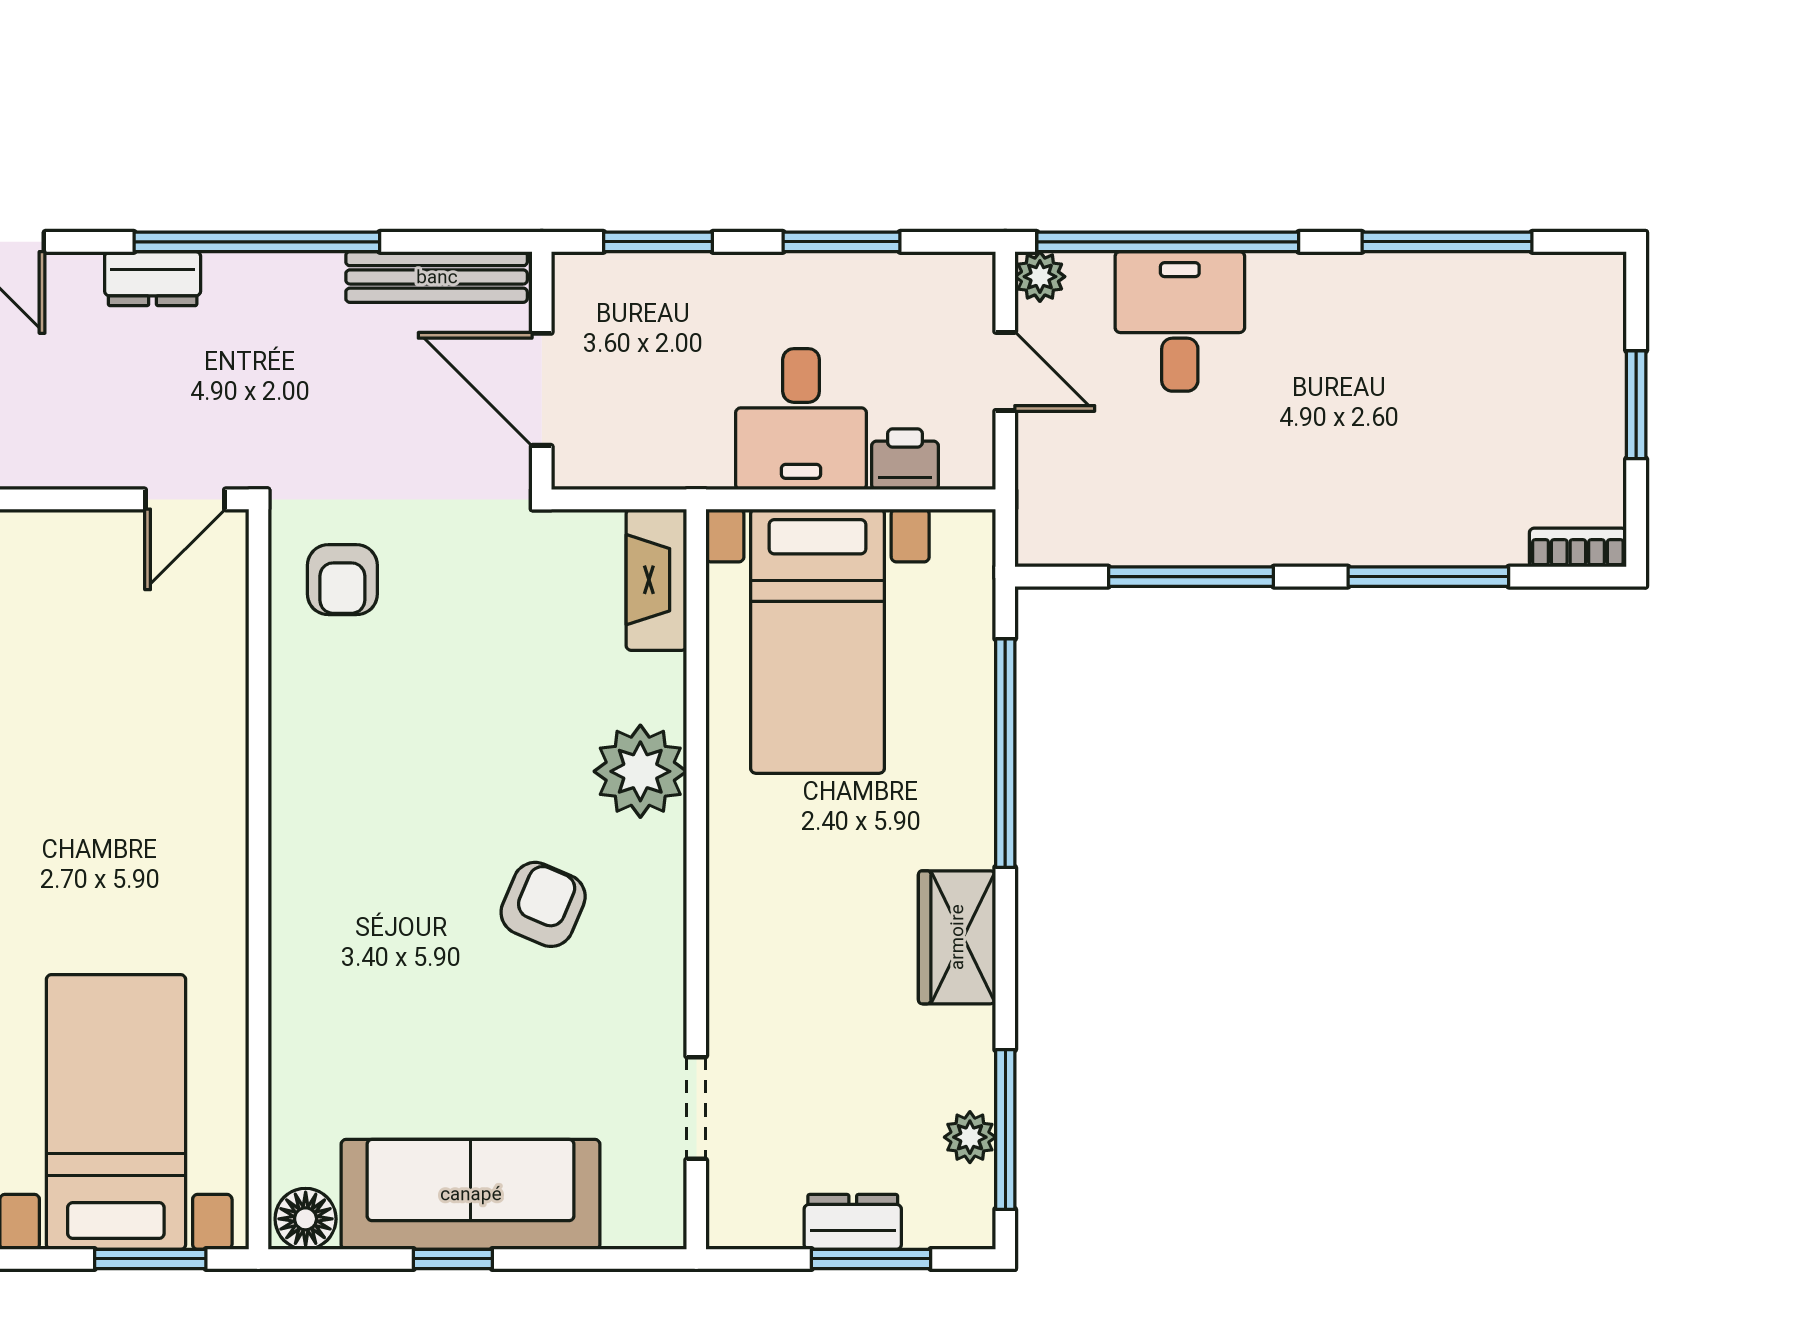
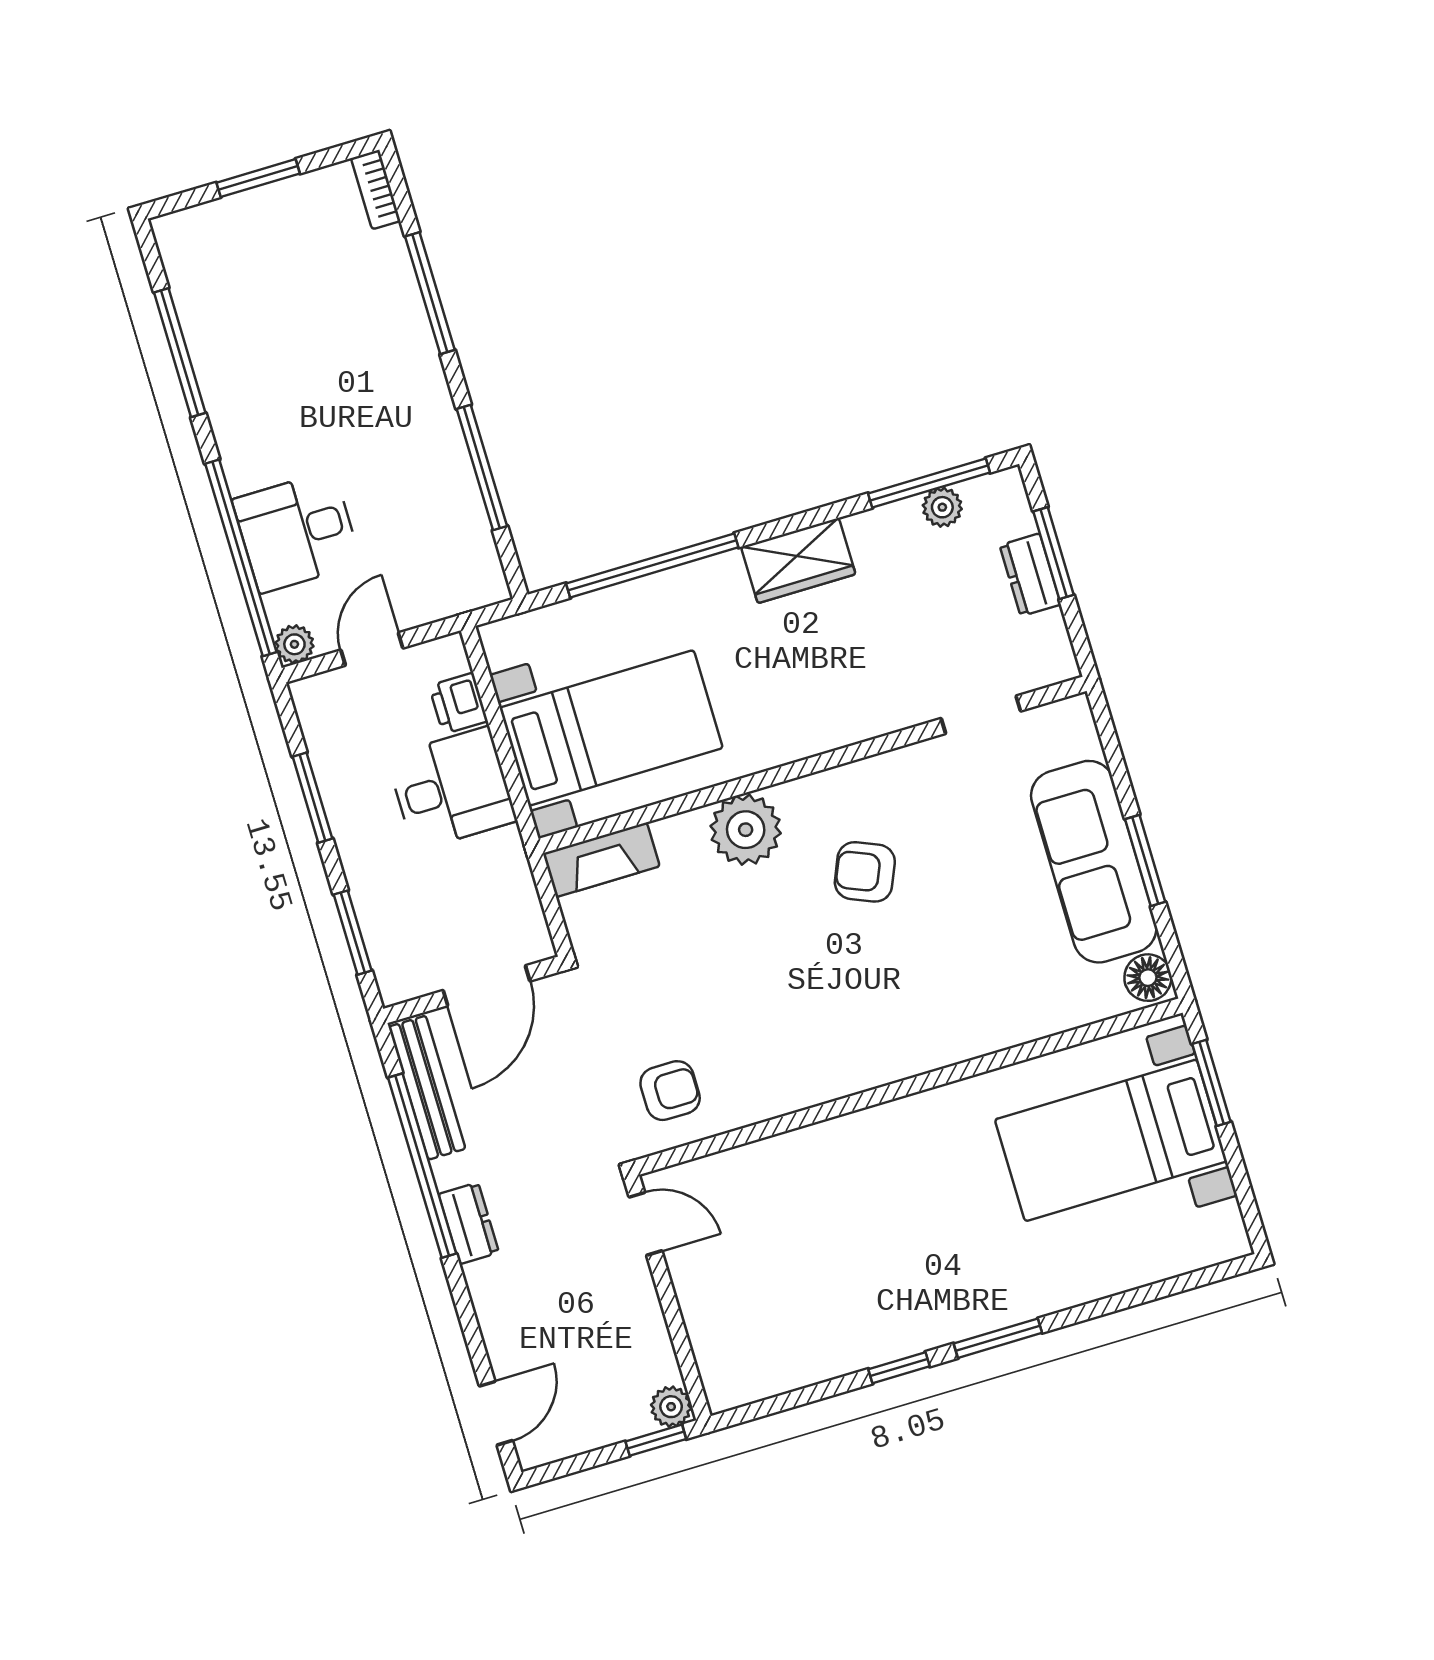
window: (257, 242) -> (422, 1166), moved
dresser: (153, 279) -> (469, 1223), moved
window: (453, 1259) -> (1145, 860), width x1.50

